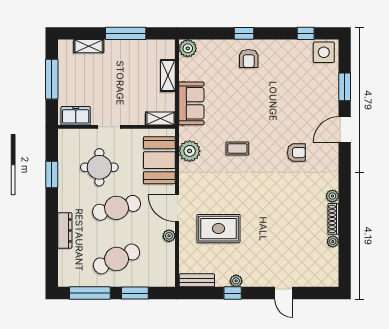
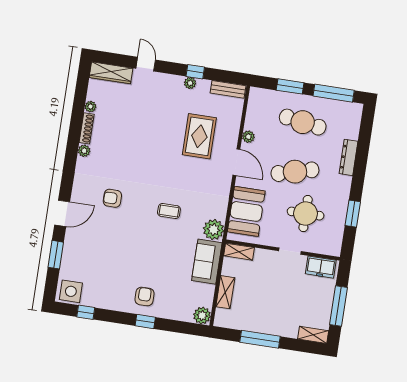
shelving: (89, 46) -> (313, 335), moved
plant: (190, 151) -> (214, 230), moved
rug: (219, 229) -> (199, 136), turned 90
cafe table: (117, 259) -> (303, 122), turned 33
wardrobe: (317, 279) -> (111, 73), added

